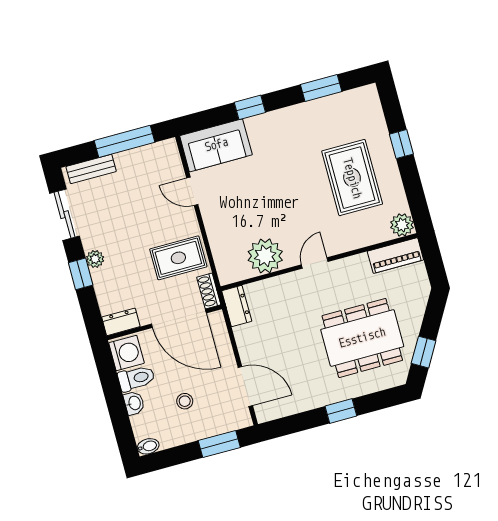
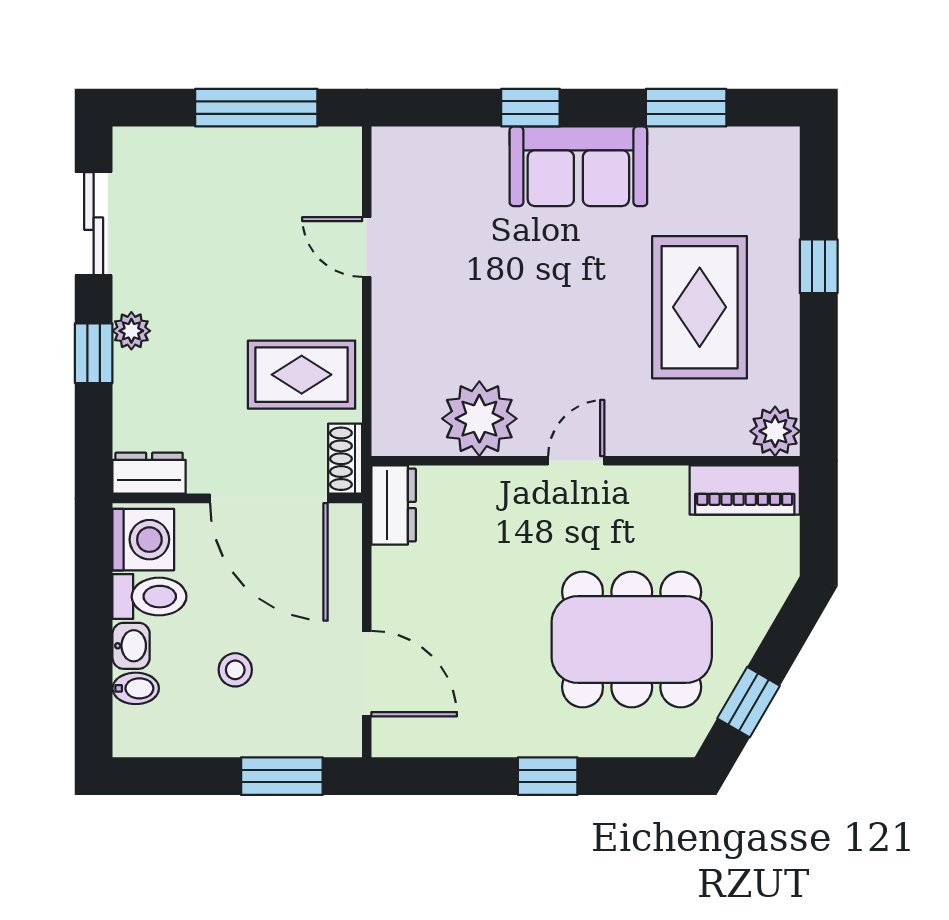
sofa: (216, 145) -> (578, 166), moved
bench: (91, 169) -> (173, 146), removed
bidet: (148, 446) -> (136, 688), moved

